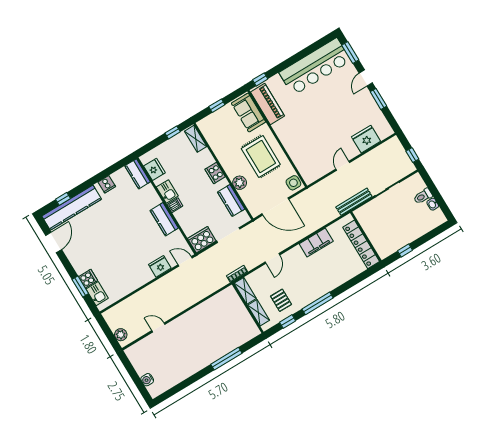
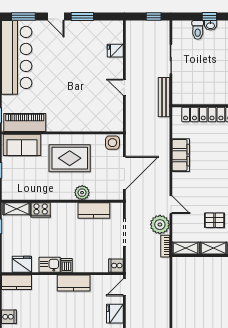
fridge: (366, 139) -> (115, 51), width x0.53, depth x0.75
cooker: (215, 173) -> (41, 210), moved
window: (439, 199) -> (209, 17), added
cooker: (202, 240) -> (116, 266), width x0.53, depth x0.76
plant: (252, 259) -> (160, 225), added

